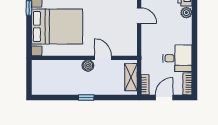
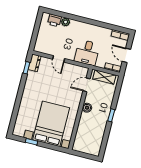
door: (139, 16) -> (59, 59), swing flipped
door: (103, 58) -> (87, 85), moved
desk: (177, 58) -> (87, 53), moved, turned 180

